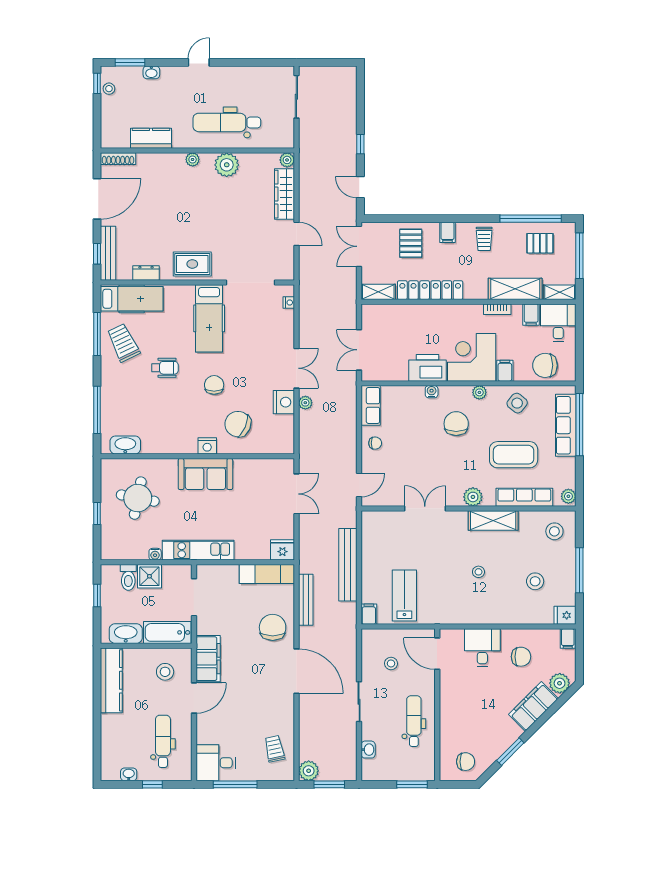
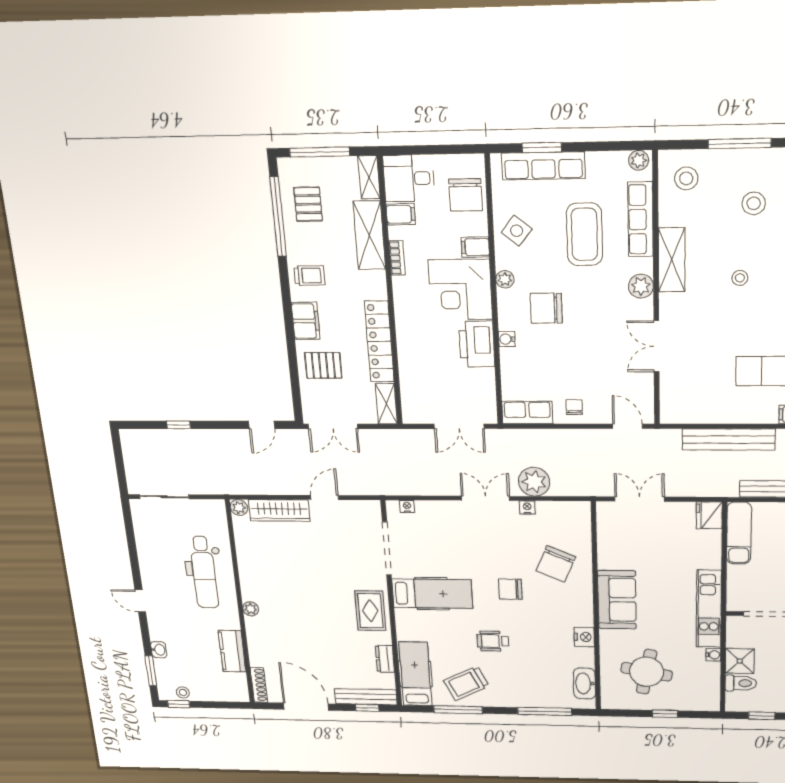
window: (360, 144) -> (179, 425), moved
plant: (227, 165) -> (252, 573), removed
filing cabinet: (447, 232) -> (306, 321), width x2.00
wheelchair: (165, 368) -> (493, 641), turned -90
nightstand: (284, 402) -> (527, 507), width x0.53, depth x0.56
plant: (305, 403) -> (534, 482), width x1.88, depth x1.88
window: (579, 425) -> (542, 147), width x0.47
nightstand: (207, 446) -> (584, 637), moved

